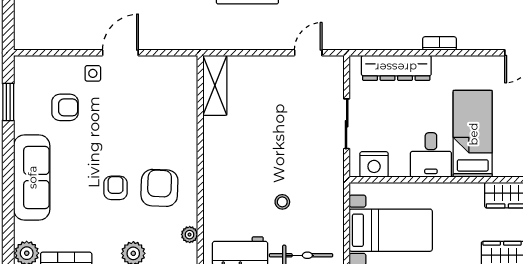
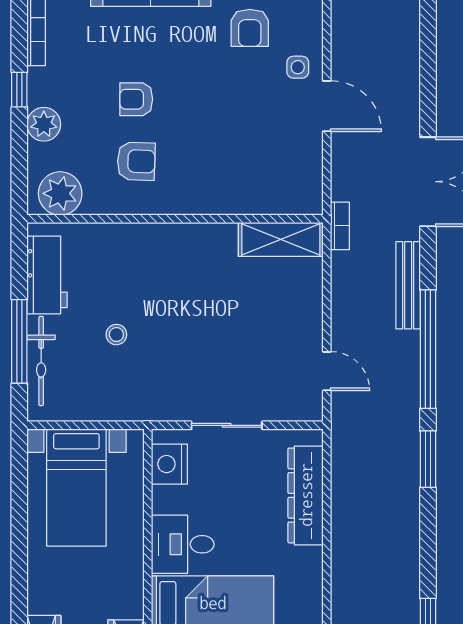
bookcase: (440, 43) -> (340, 226), moved
armchair: (116, 188) -> (136, 99), turned 180
armchair: (159, 188) -> (136, 161), width x0.72, depth x0.72
plant: (190, 235) -> (60, 193), width x1.87, depth x1.87

